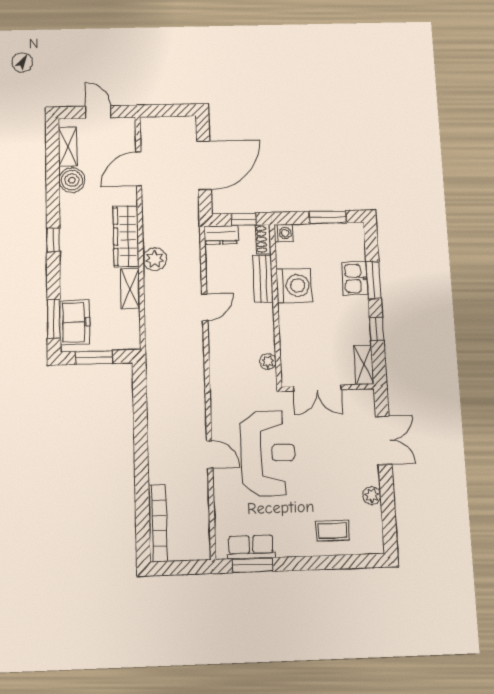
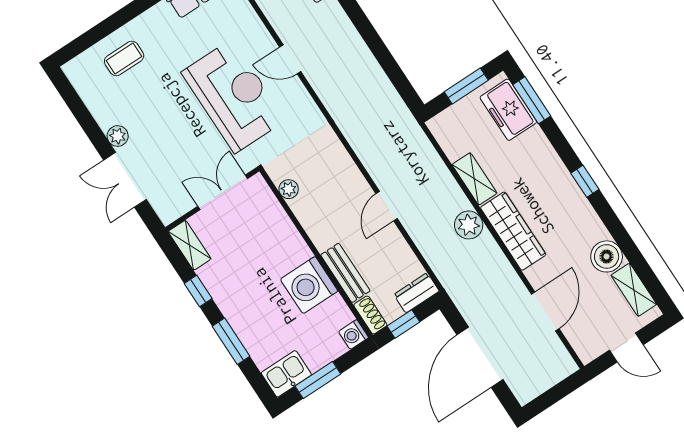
kitchen sink: (355, 278) -> (286, 374), moved, turned -90
reception desk: (268, 453) -> (233, 96), turned 180
plant: (372, 495) -> (118, 136), moved

